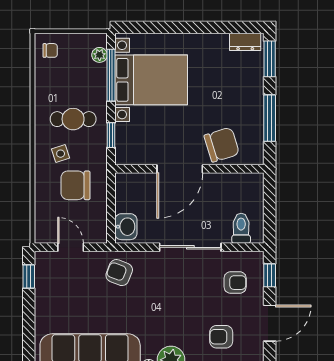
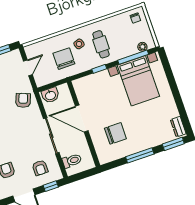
chair: (222, 145) -> (115, 133), turned -73
door: (180, 169) -> (82, 119), moved
wall: (189, 169) -> (84, 124), moved

